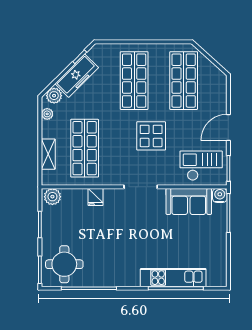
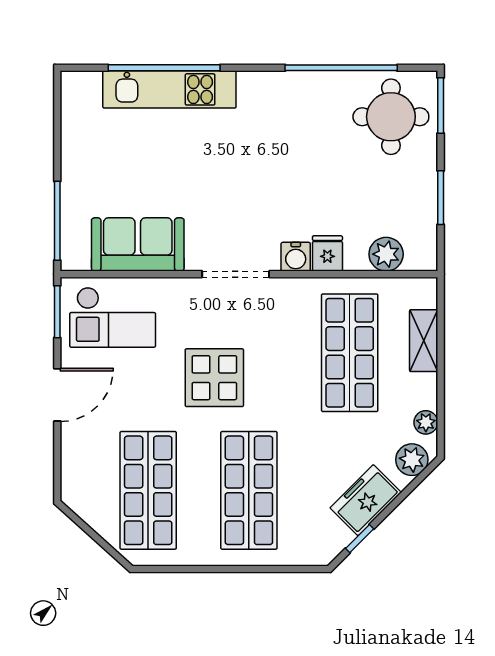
freezer: (77, 76) -> (366, 500), width x0.71
water cooler: (220, 195) -> (296, 257), moved
plant: (52, 197) -> (386, 254), moved

